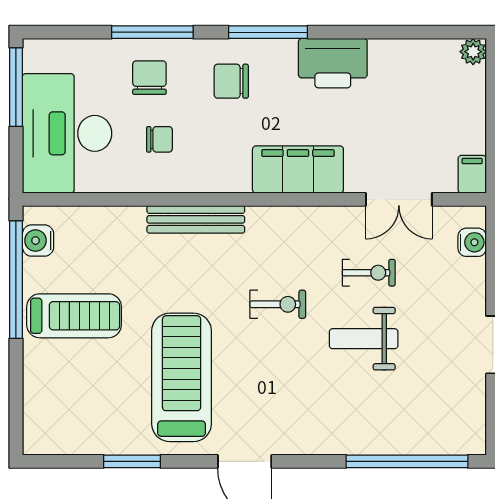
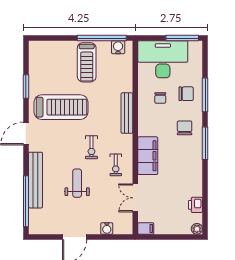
printer: (333, 63) -> (195, 205), moved, width x0.53, depth x0.68
water cooler: (472, 242) -> (107, 228), moved
exercise bike: (369, 273) -> (116, 165), moved
bench: (356, 438) -> (35, 180), added

